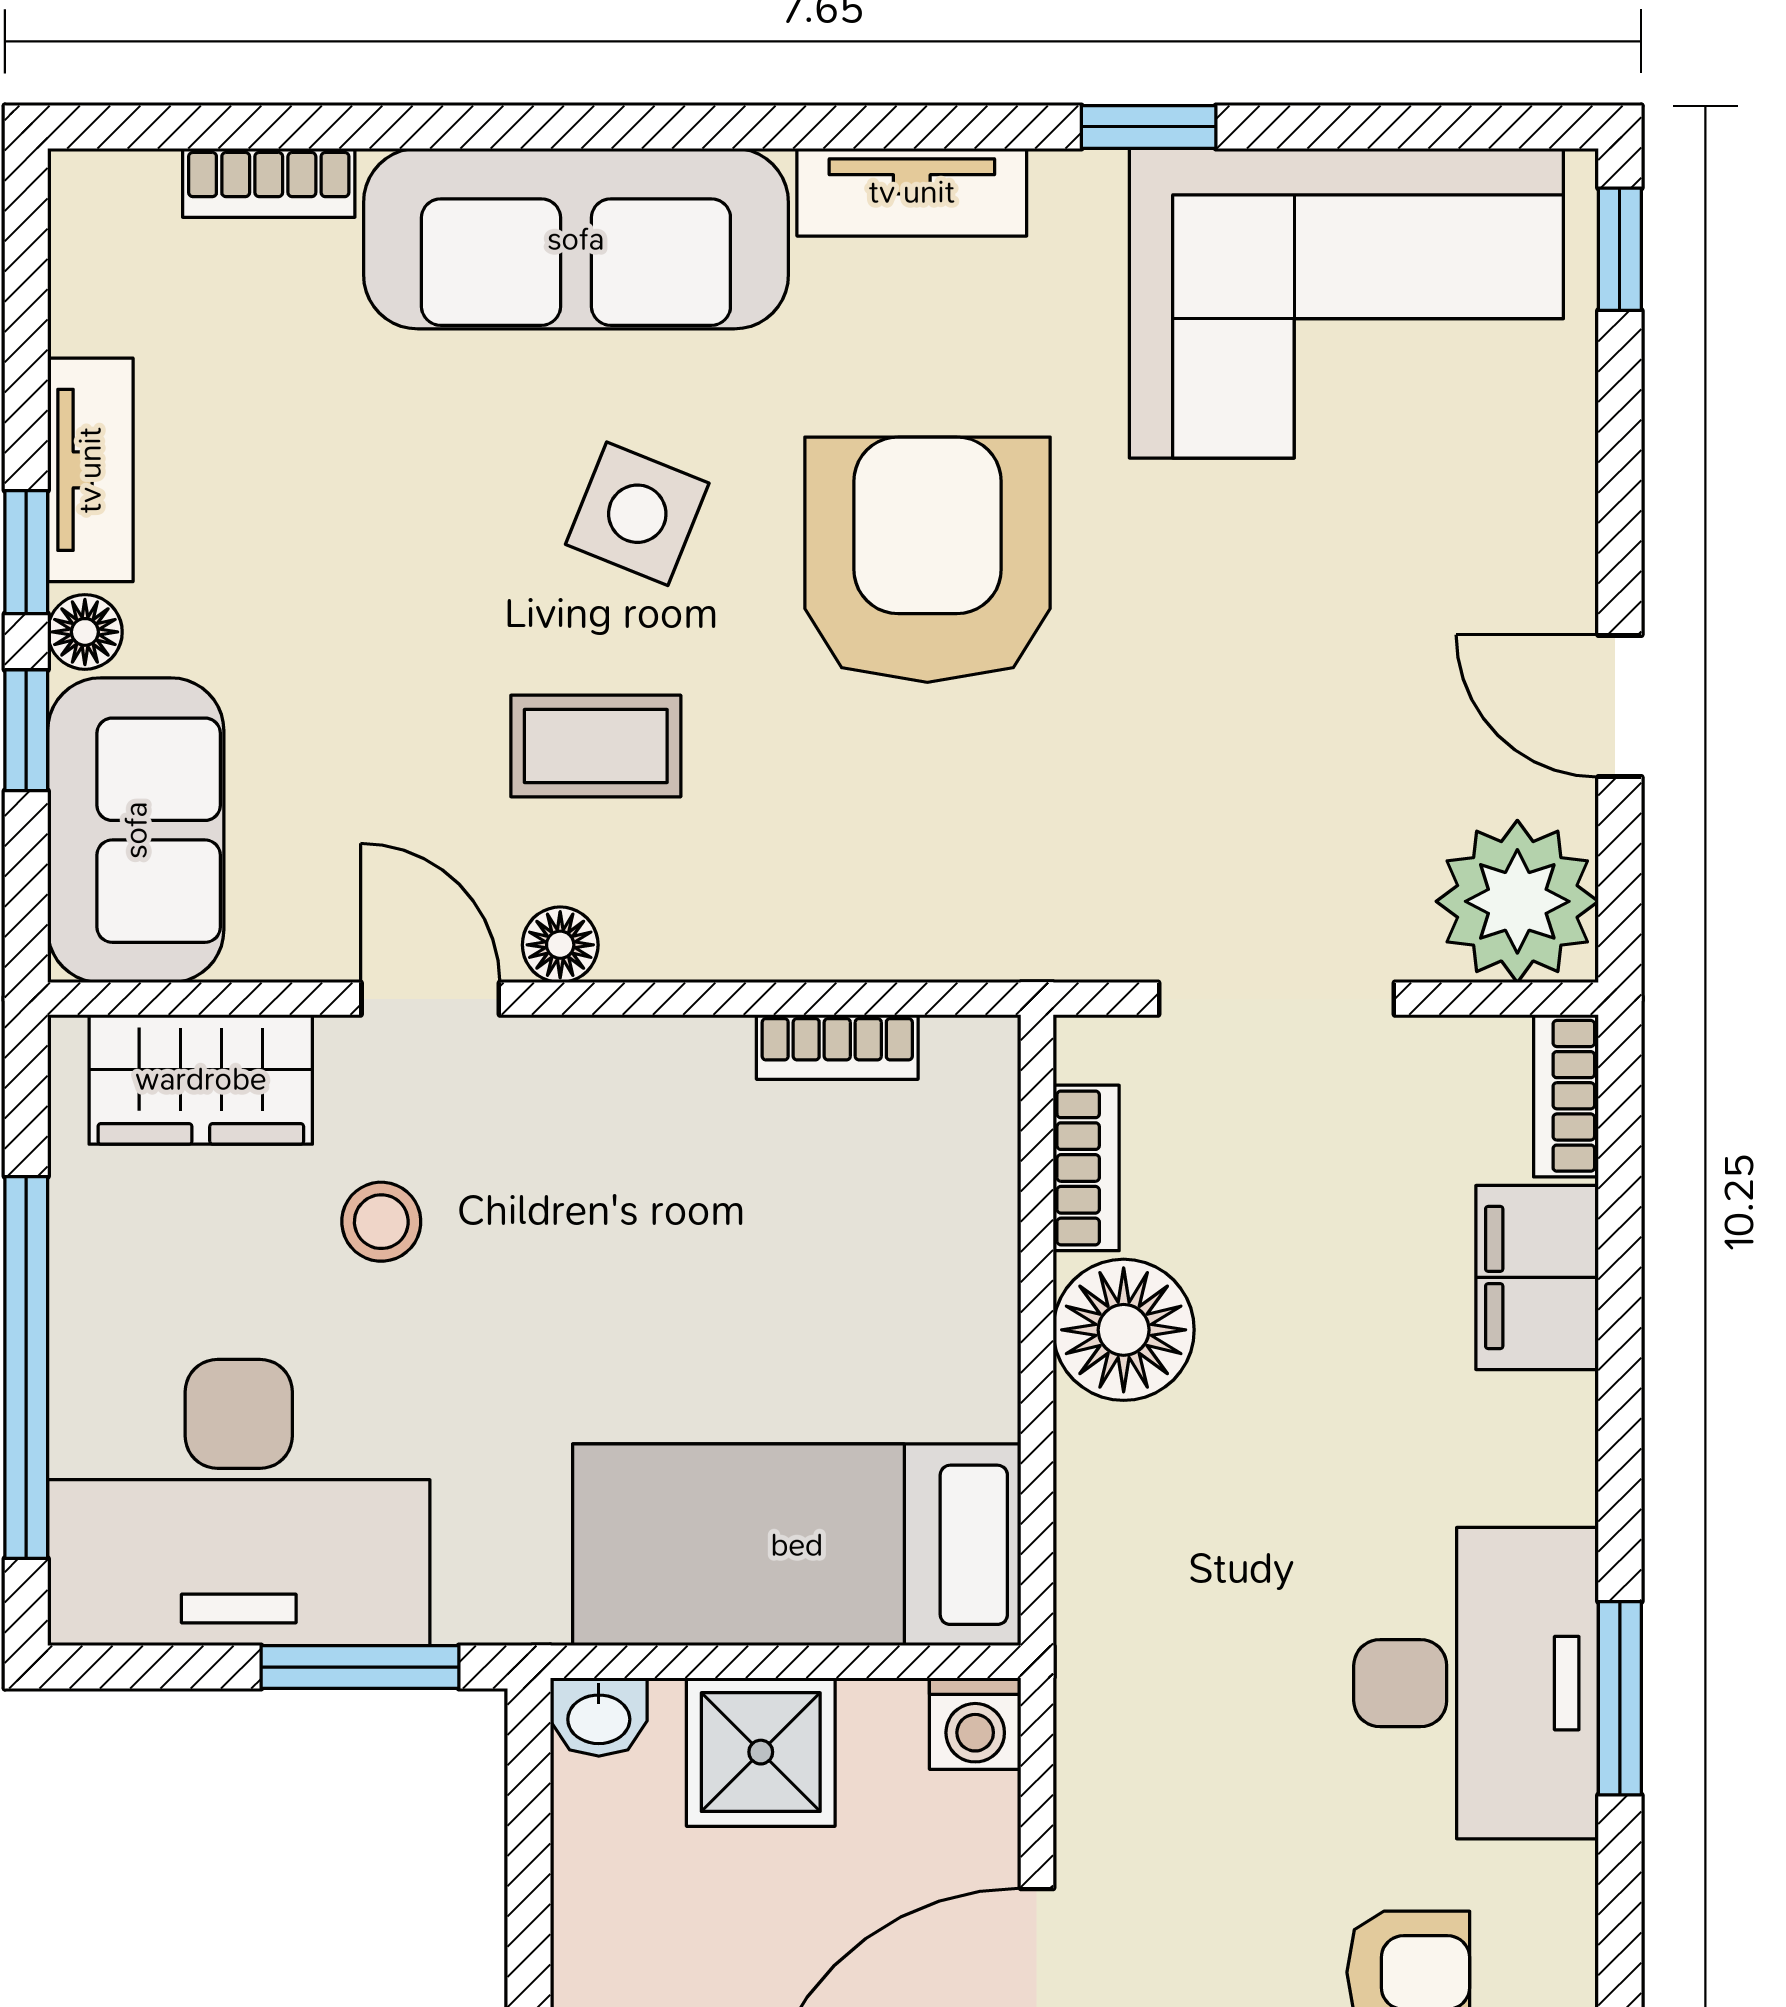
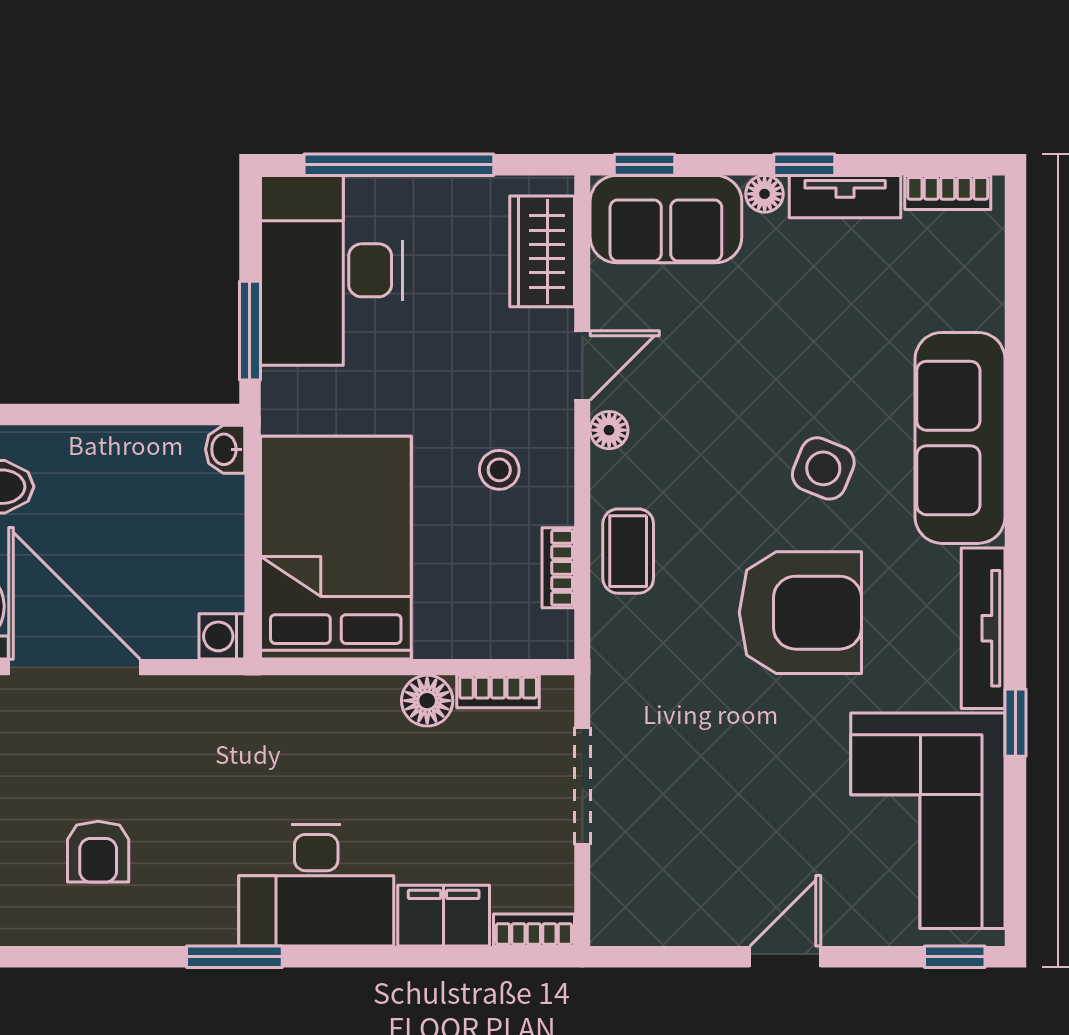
bookcase: (269, 183) -> (948, 192), moved, turned -90
tv unit: (912, 192) -> (983, 628), width x1.41
door: (1620, 706) -> (785, 957), moved
window: (26, 730) -> (645, 165), moved
coffee table: (596, 746) -> (628, 551), moved
plant: (1517, 901) -> (631, 906), removed
stool: (381, 1222) -> (499, 470), moved
floor lamp: (1124, 1330) -> (427, 701), width x0.73, depth x0.73
bed: (797, 1545) -> (336, 548), width x1.50
desk: (1476, 1683) -> (316, 885), moved
shower: (761, 1752) -> (208, 530), removed

